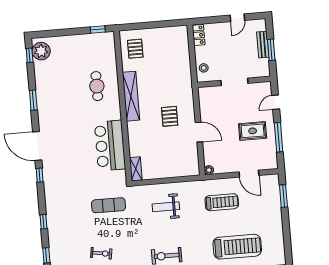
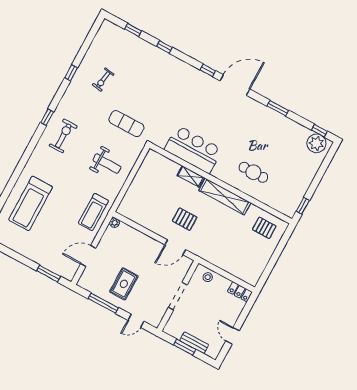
door: (276, 102) -> (136, 321), swing flipped
door: (199, 132) -> (175, 247), moved
shelving: (136, 169) -> (191, 176), moved
treadmill: (222, 202) -> (93, 212), moved
exercise mat: (109, 205) -> (126, 124), moved, turned 90
weight bench: (166, 207) -> (107, 164), turned 90

